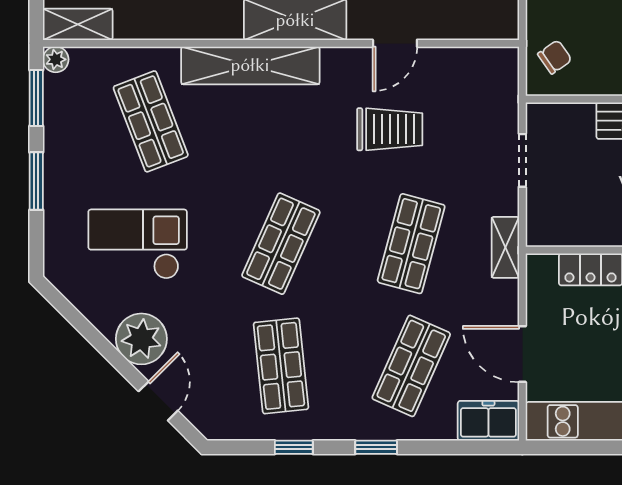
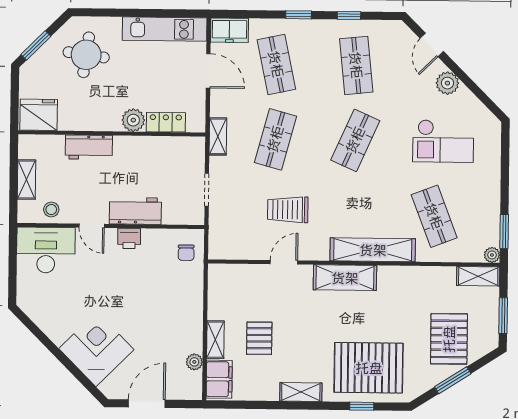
chair: (555, 57) -> (186, 253), turned -55
window: (36, 181) -> (505, 181), removed
plant: (141, 339) -> (447, 83), width x0.73, depth x0.73
shop shelf: (411, 366) -> (276, 64), turned -36

